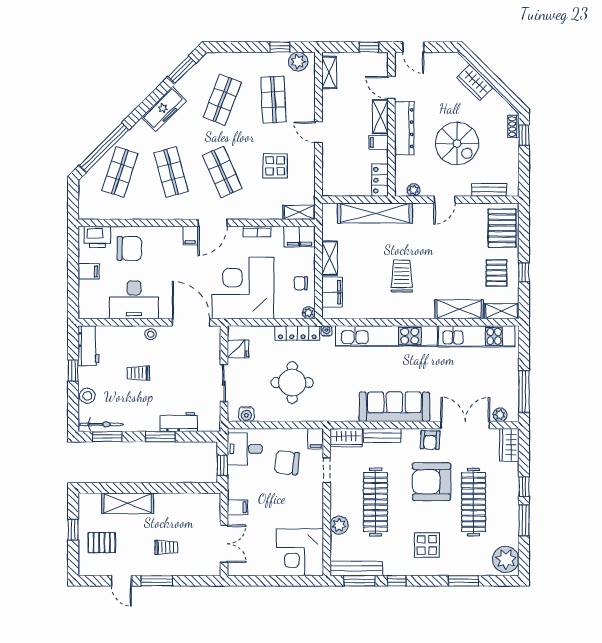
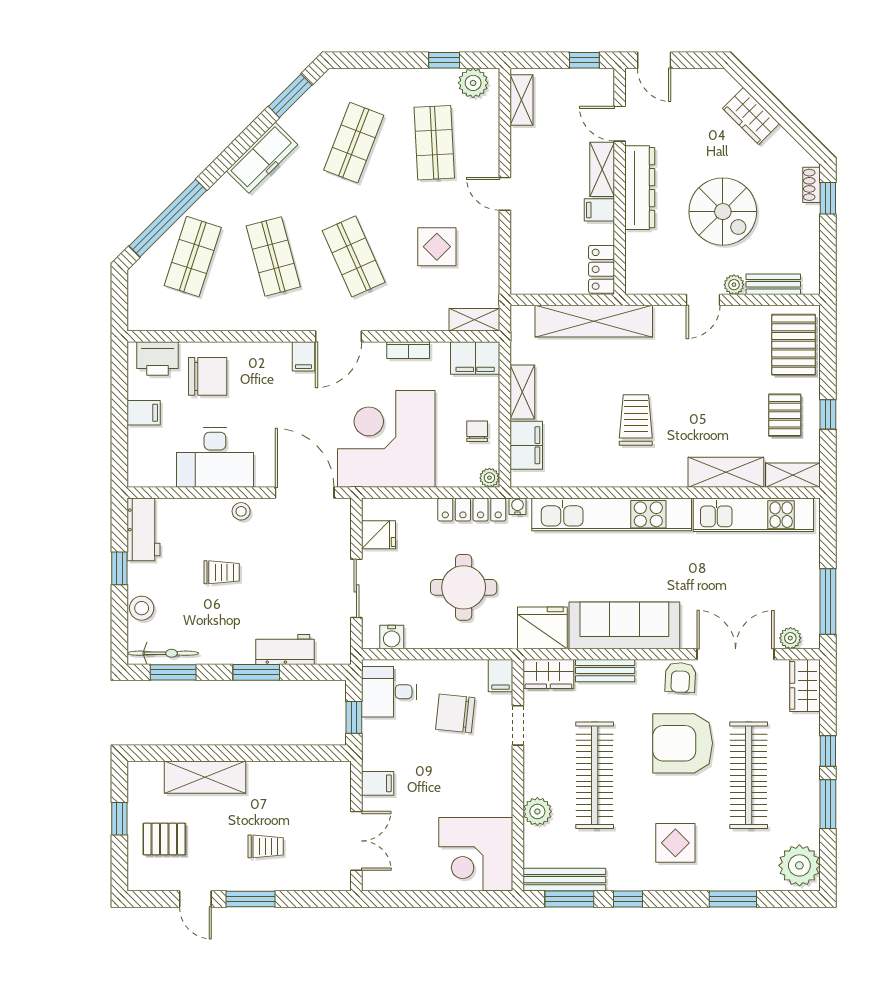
plant: (414, 190) -> (734, 285), moved
chair: (301, 283) -> (477, 431), turned 90
trolley: (138, 373) -> (222, 572), turned 180
fridge: (342, 408) -> (542, 628), added

